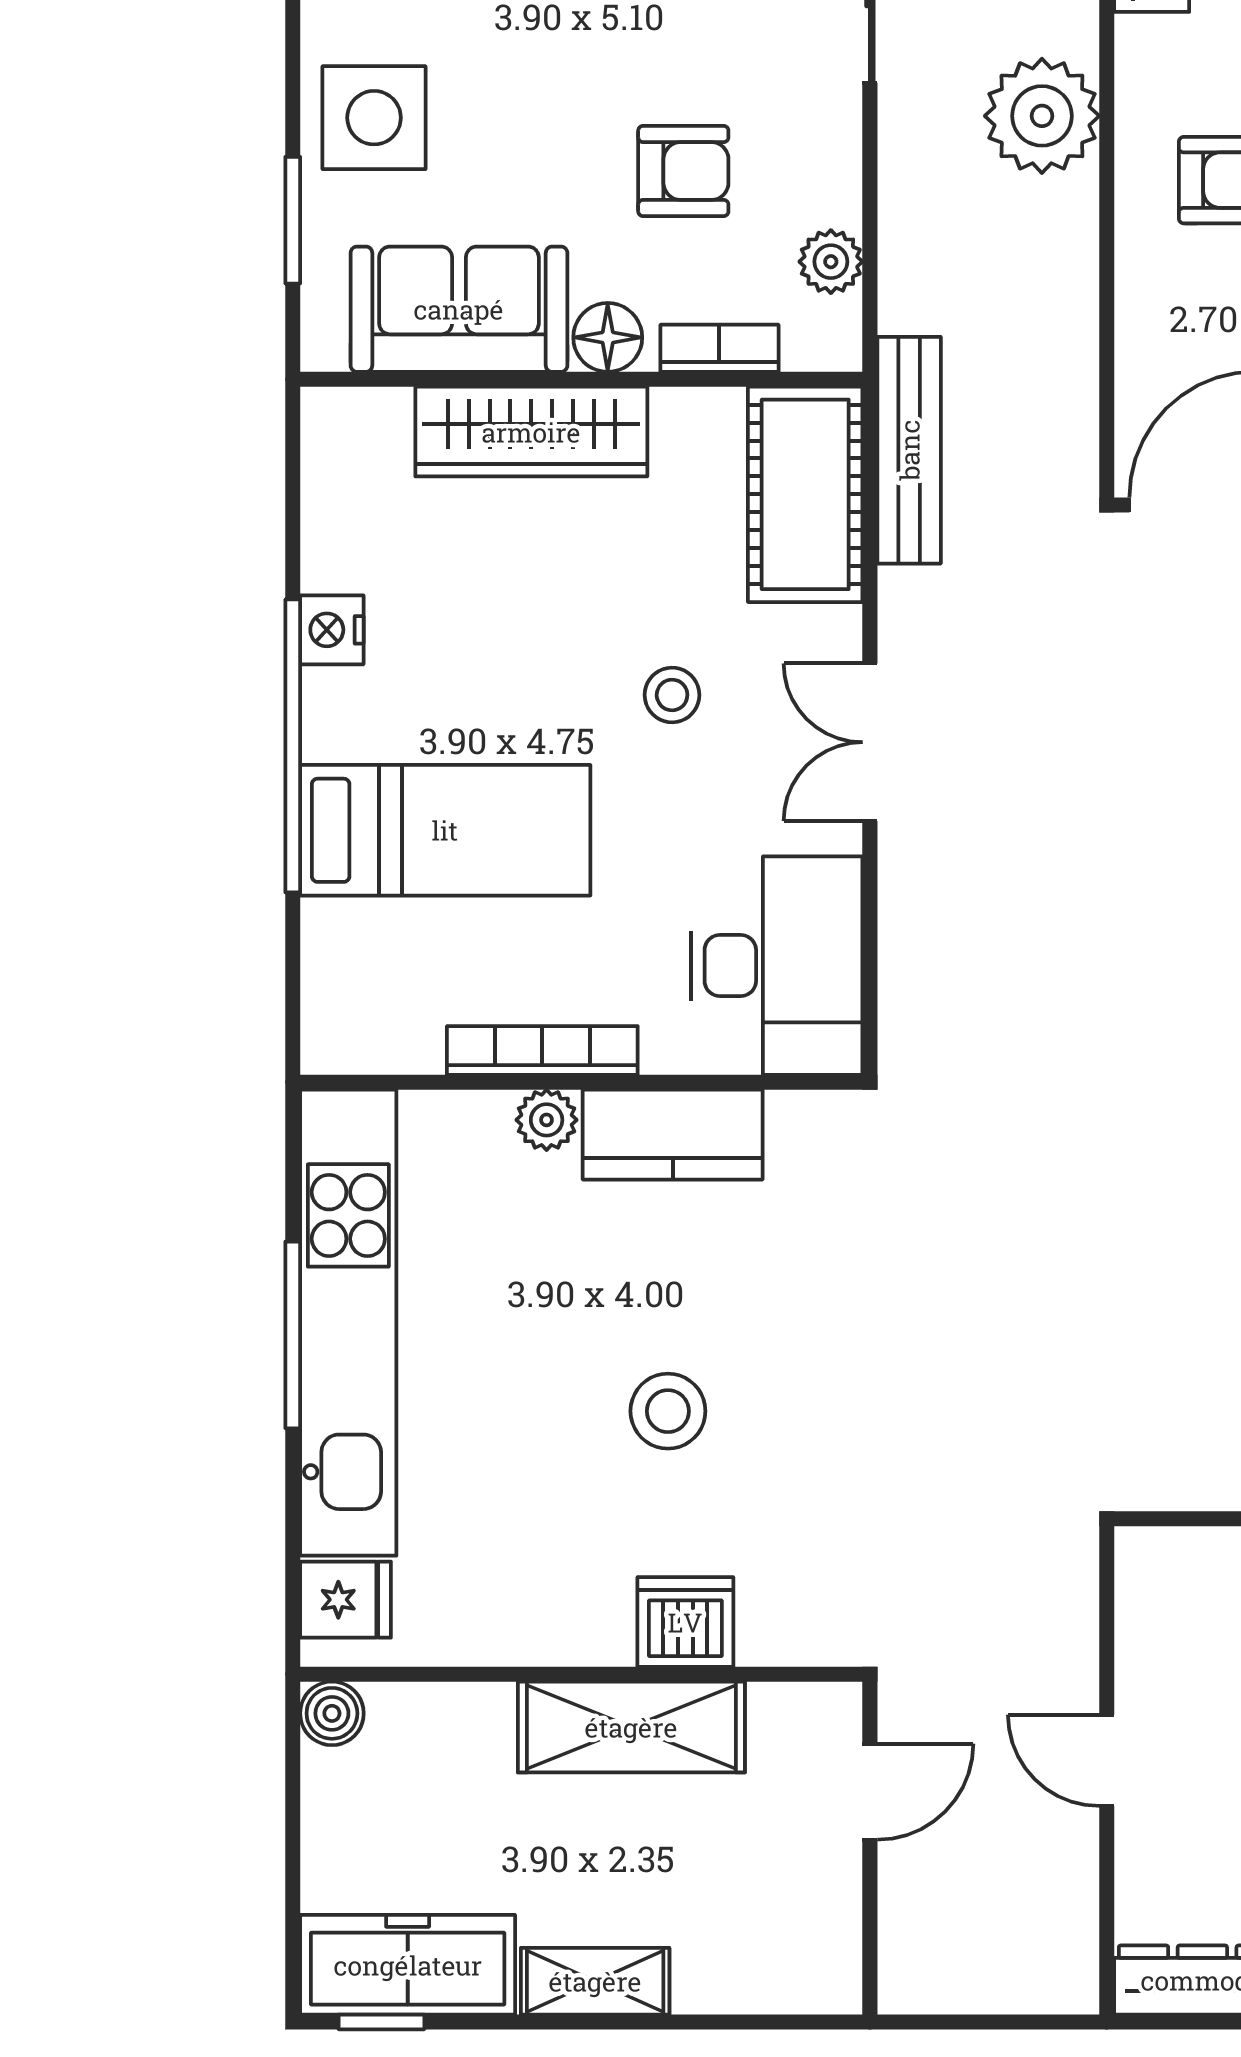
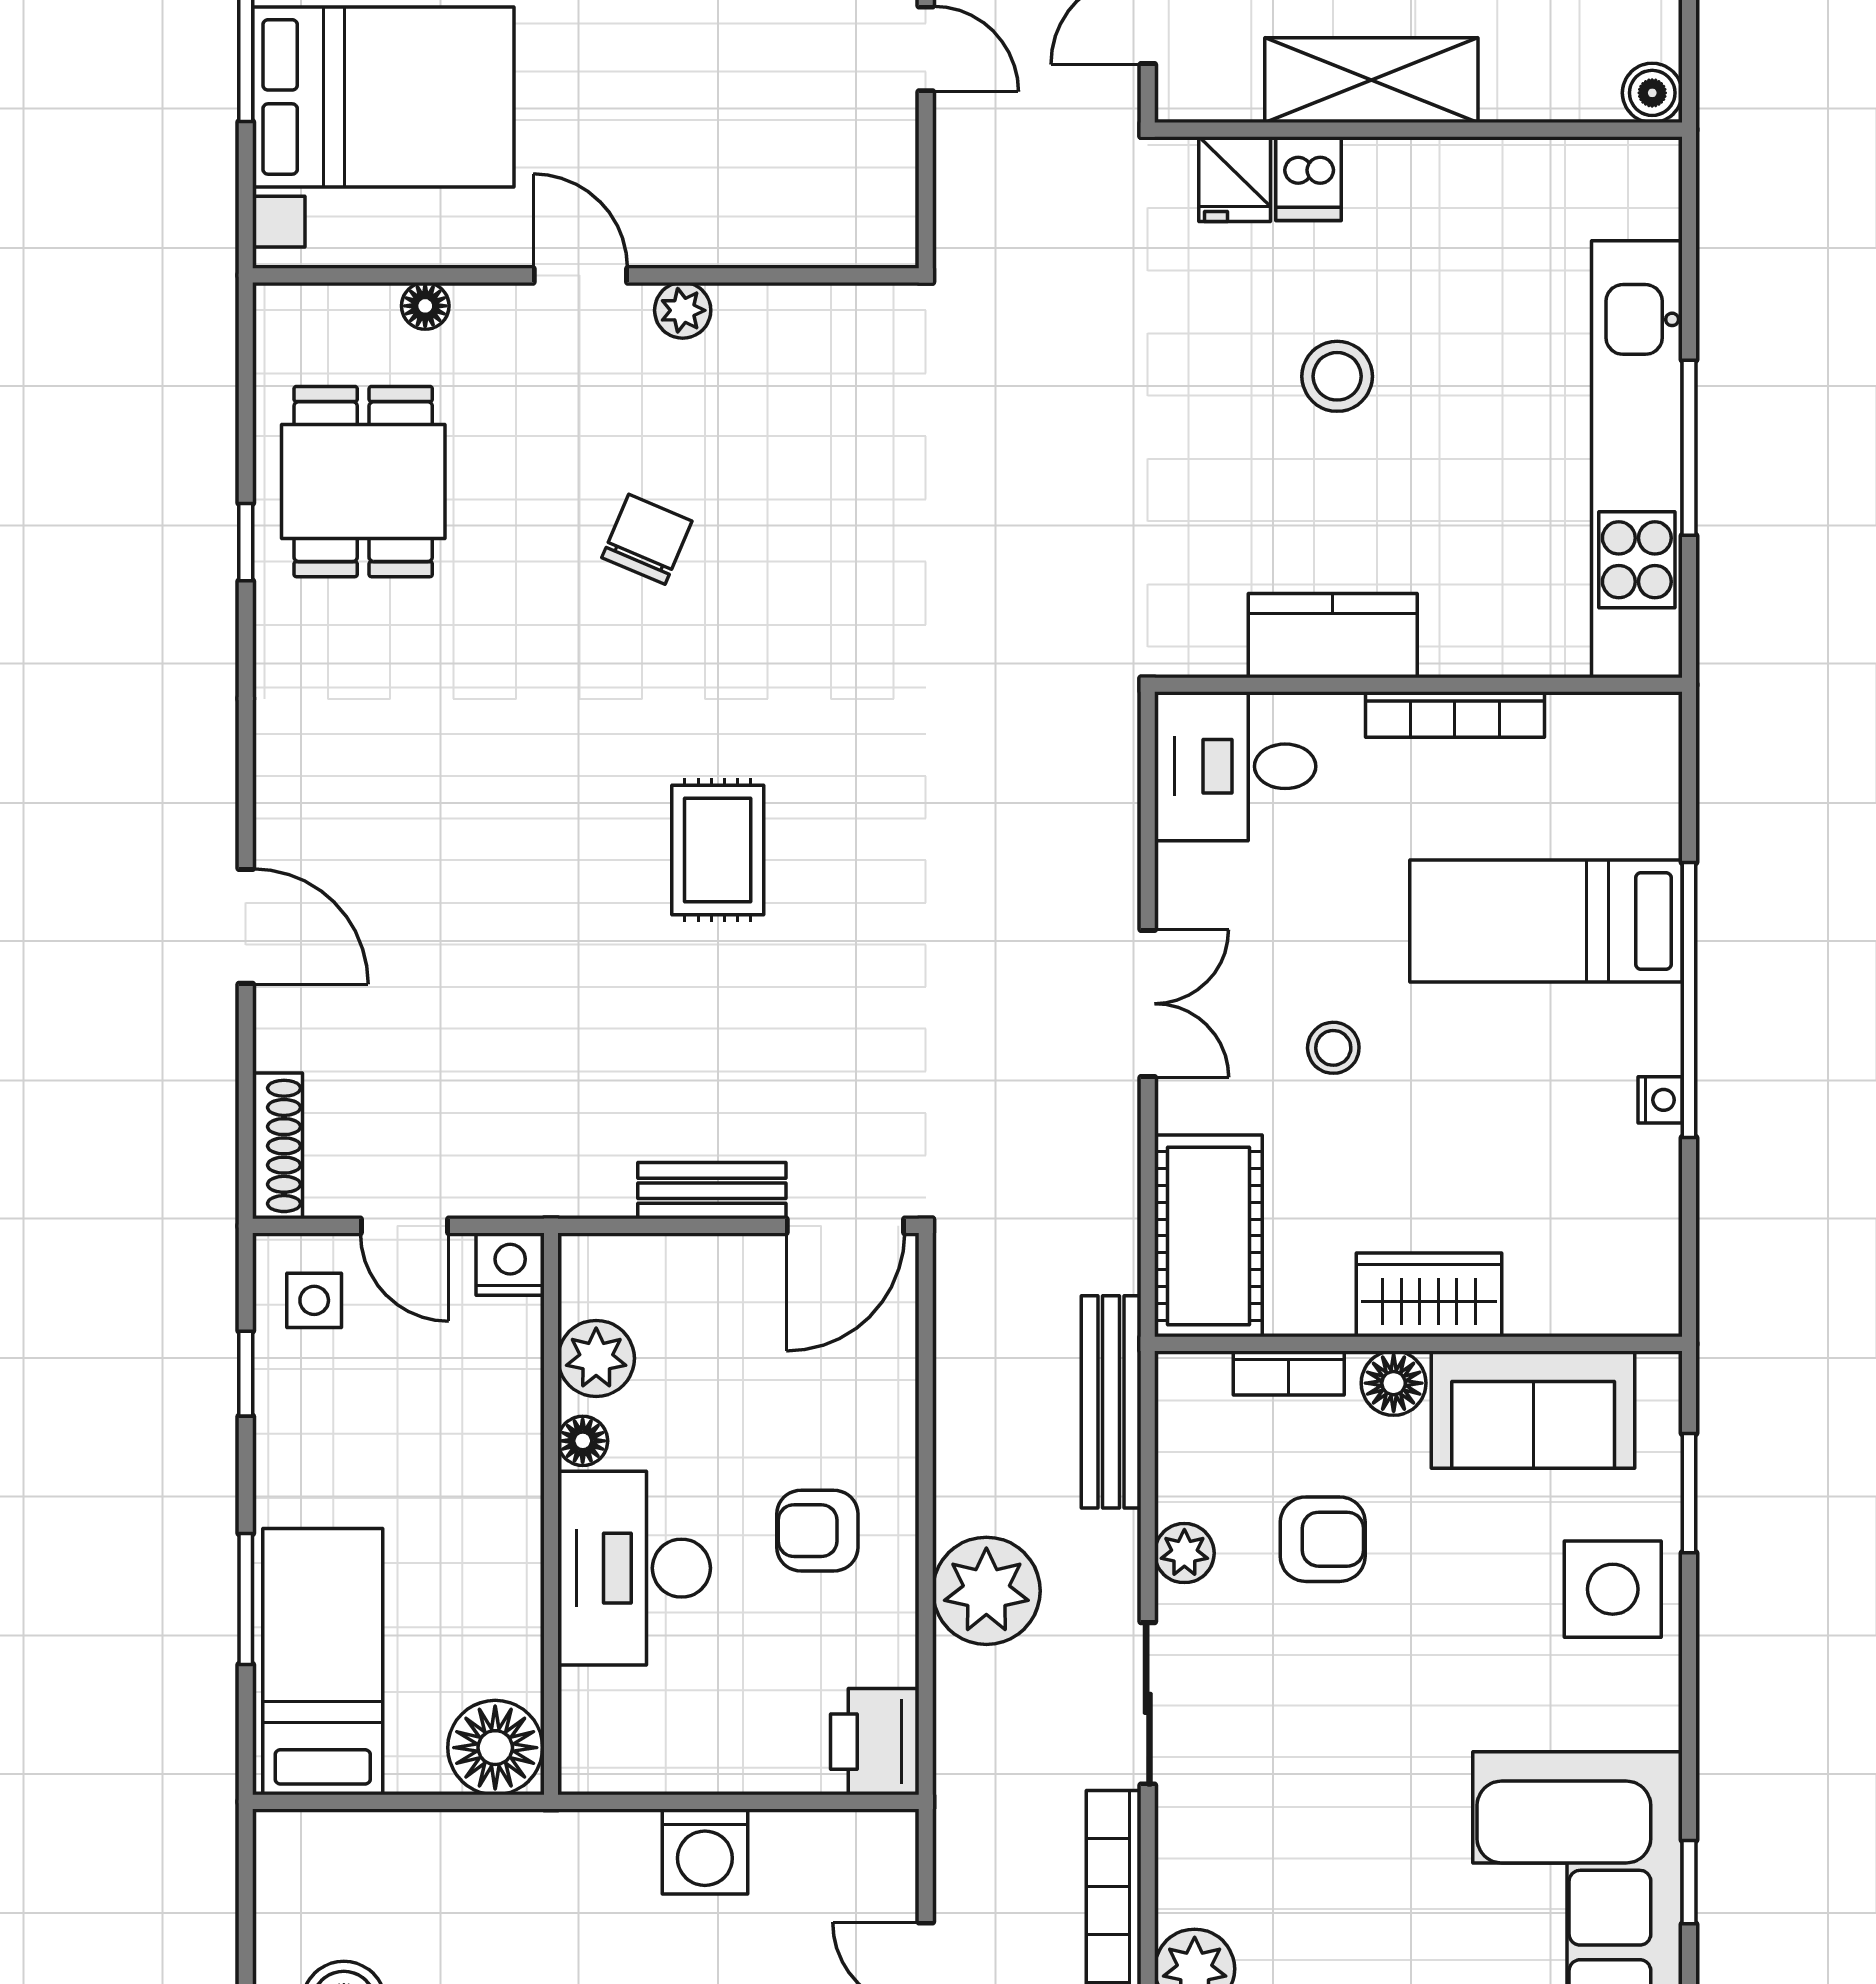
armchair: (683, 171) -> (1323, 1539), turned 180
plant: (831, 262) -> (1184, 1553), moved
wardrobe: (531, 432) -> (1429, 1295), width x0.67
bench: (909, 450) -> (1111, 1402), moved
nightstand: (332, 630) -> (1660, 1100), width x0.72, depth x0.74
desk: (777, 966) -> (1235, 766), width x0.73
plant: (547, 1120) -> (1451, 649), removed
fridge: (346, 1600) -> (1235, 179), moved, turned -90
dishwasher: (685, 1622) -> (1308, 179), width x0.73

